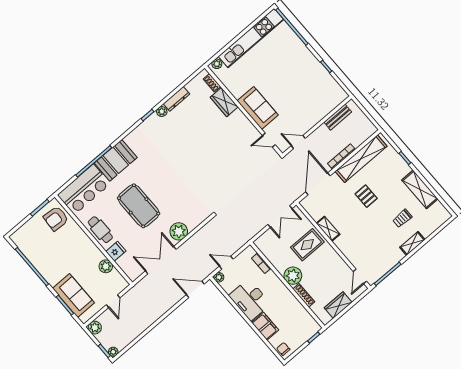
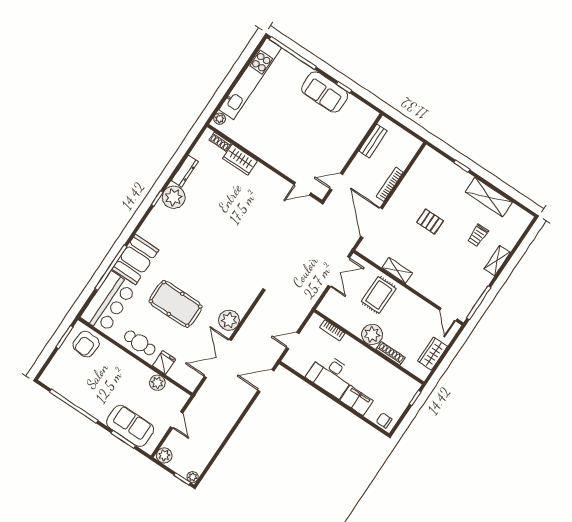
sofa: (258, 108) -> (325, 92), moved, turned 180
plant: (162, 112) -> (174, 197), width x1.88, depth x1.88
shelving: (361, 159) -> (413, 181), removed
plant: (219, 277) -> (289, 360), removed

